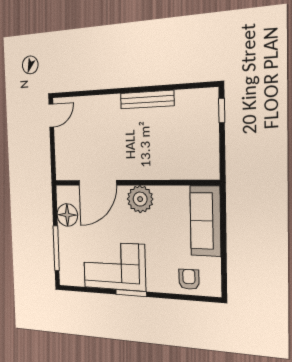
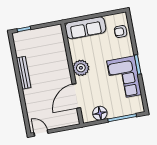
door: (98, 183) -> (76, 96), swing flipped

